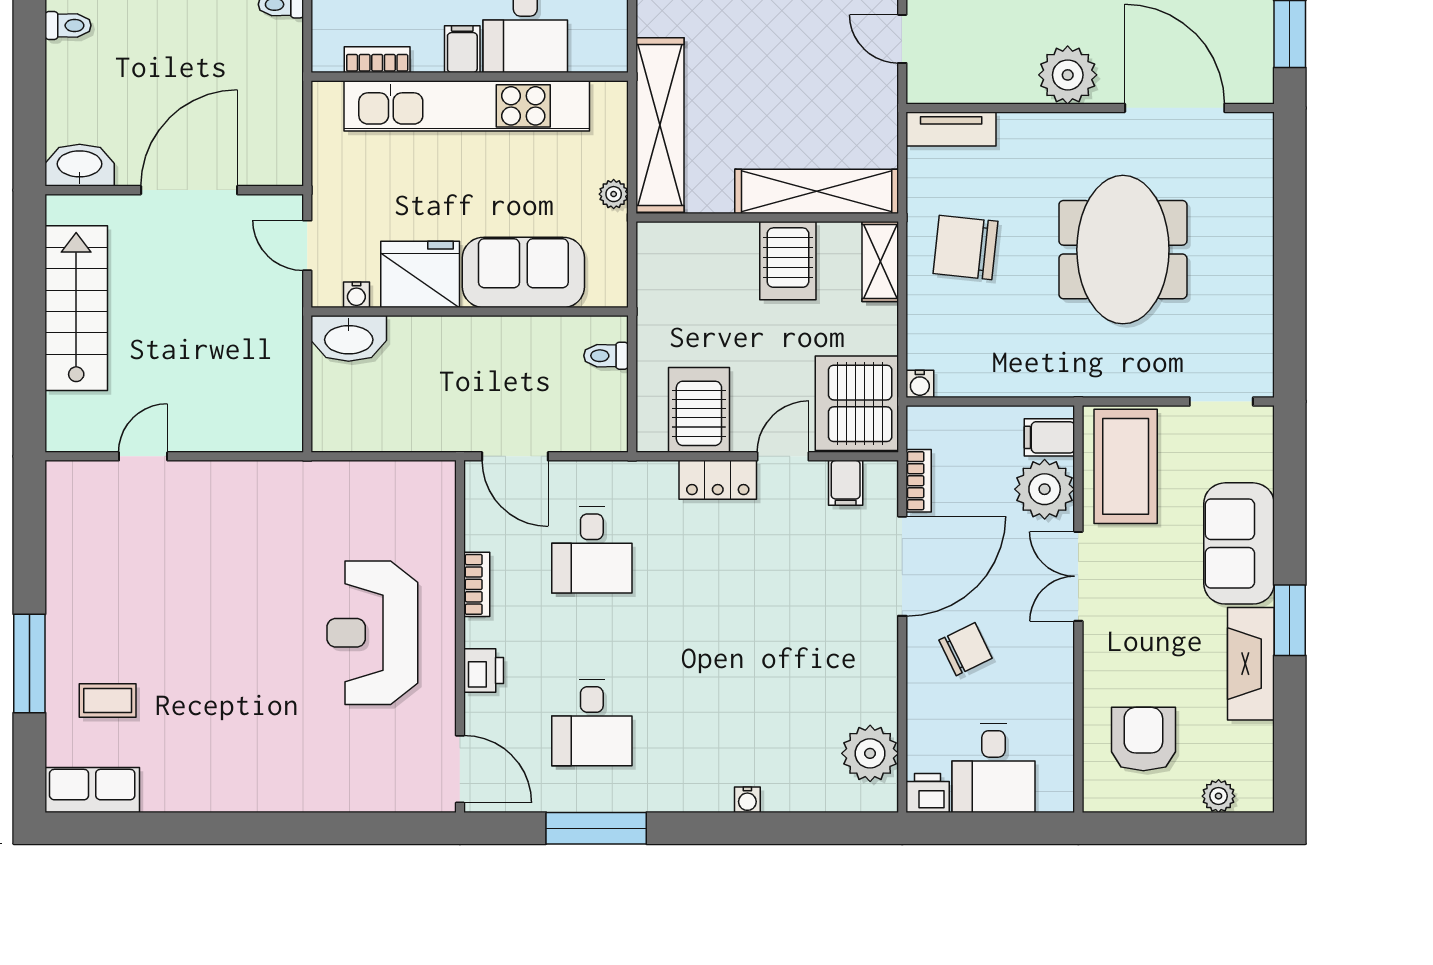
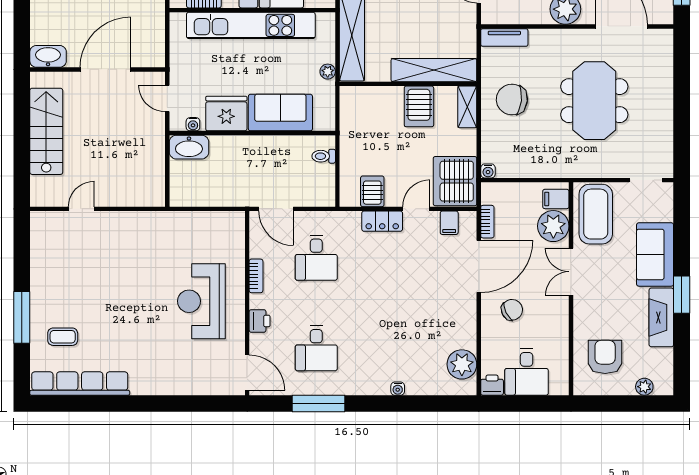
server rack: (699, 410) -> (372, 191), width x0.73, depth x0.70
row of seats: (92, 790) -> (80, 384), width x2.02

